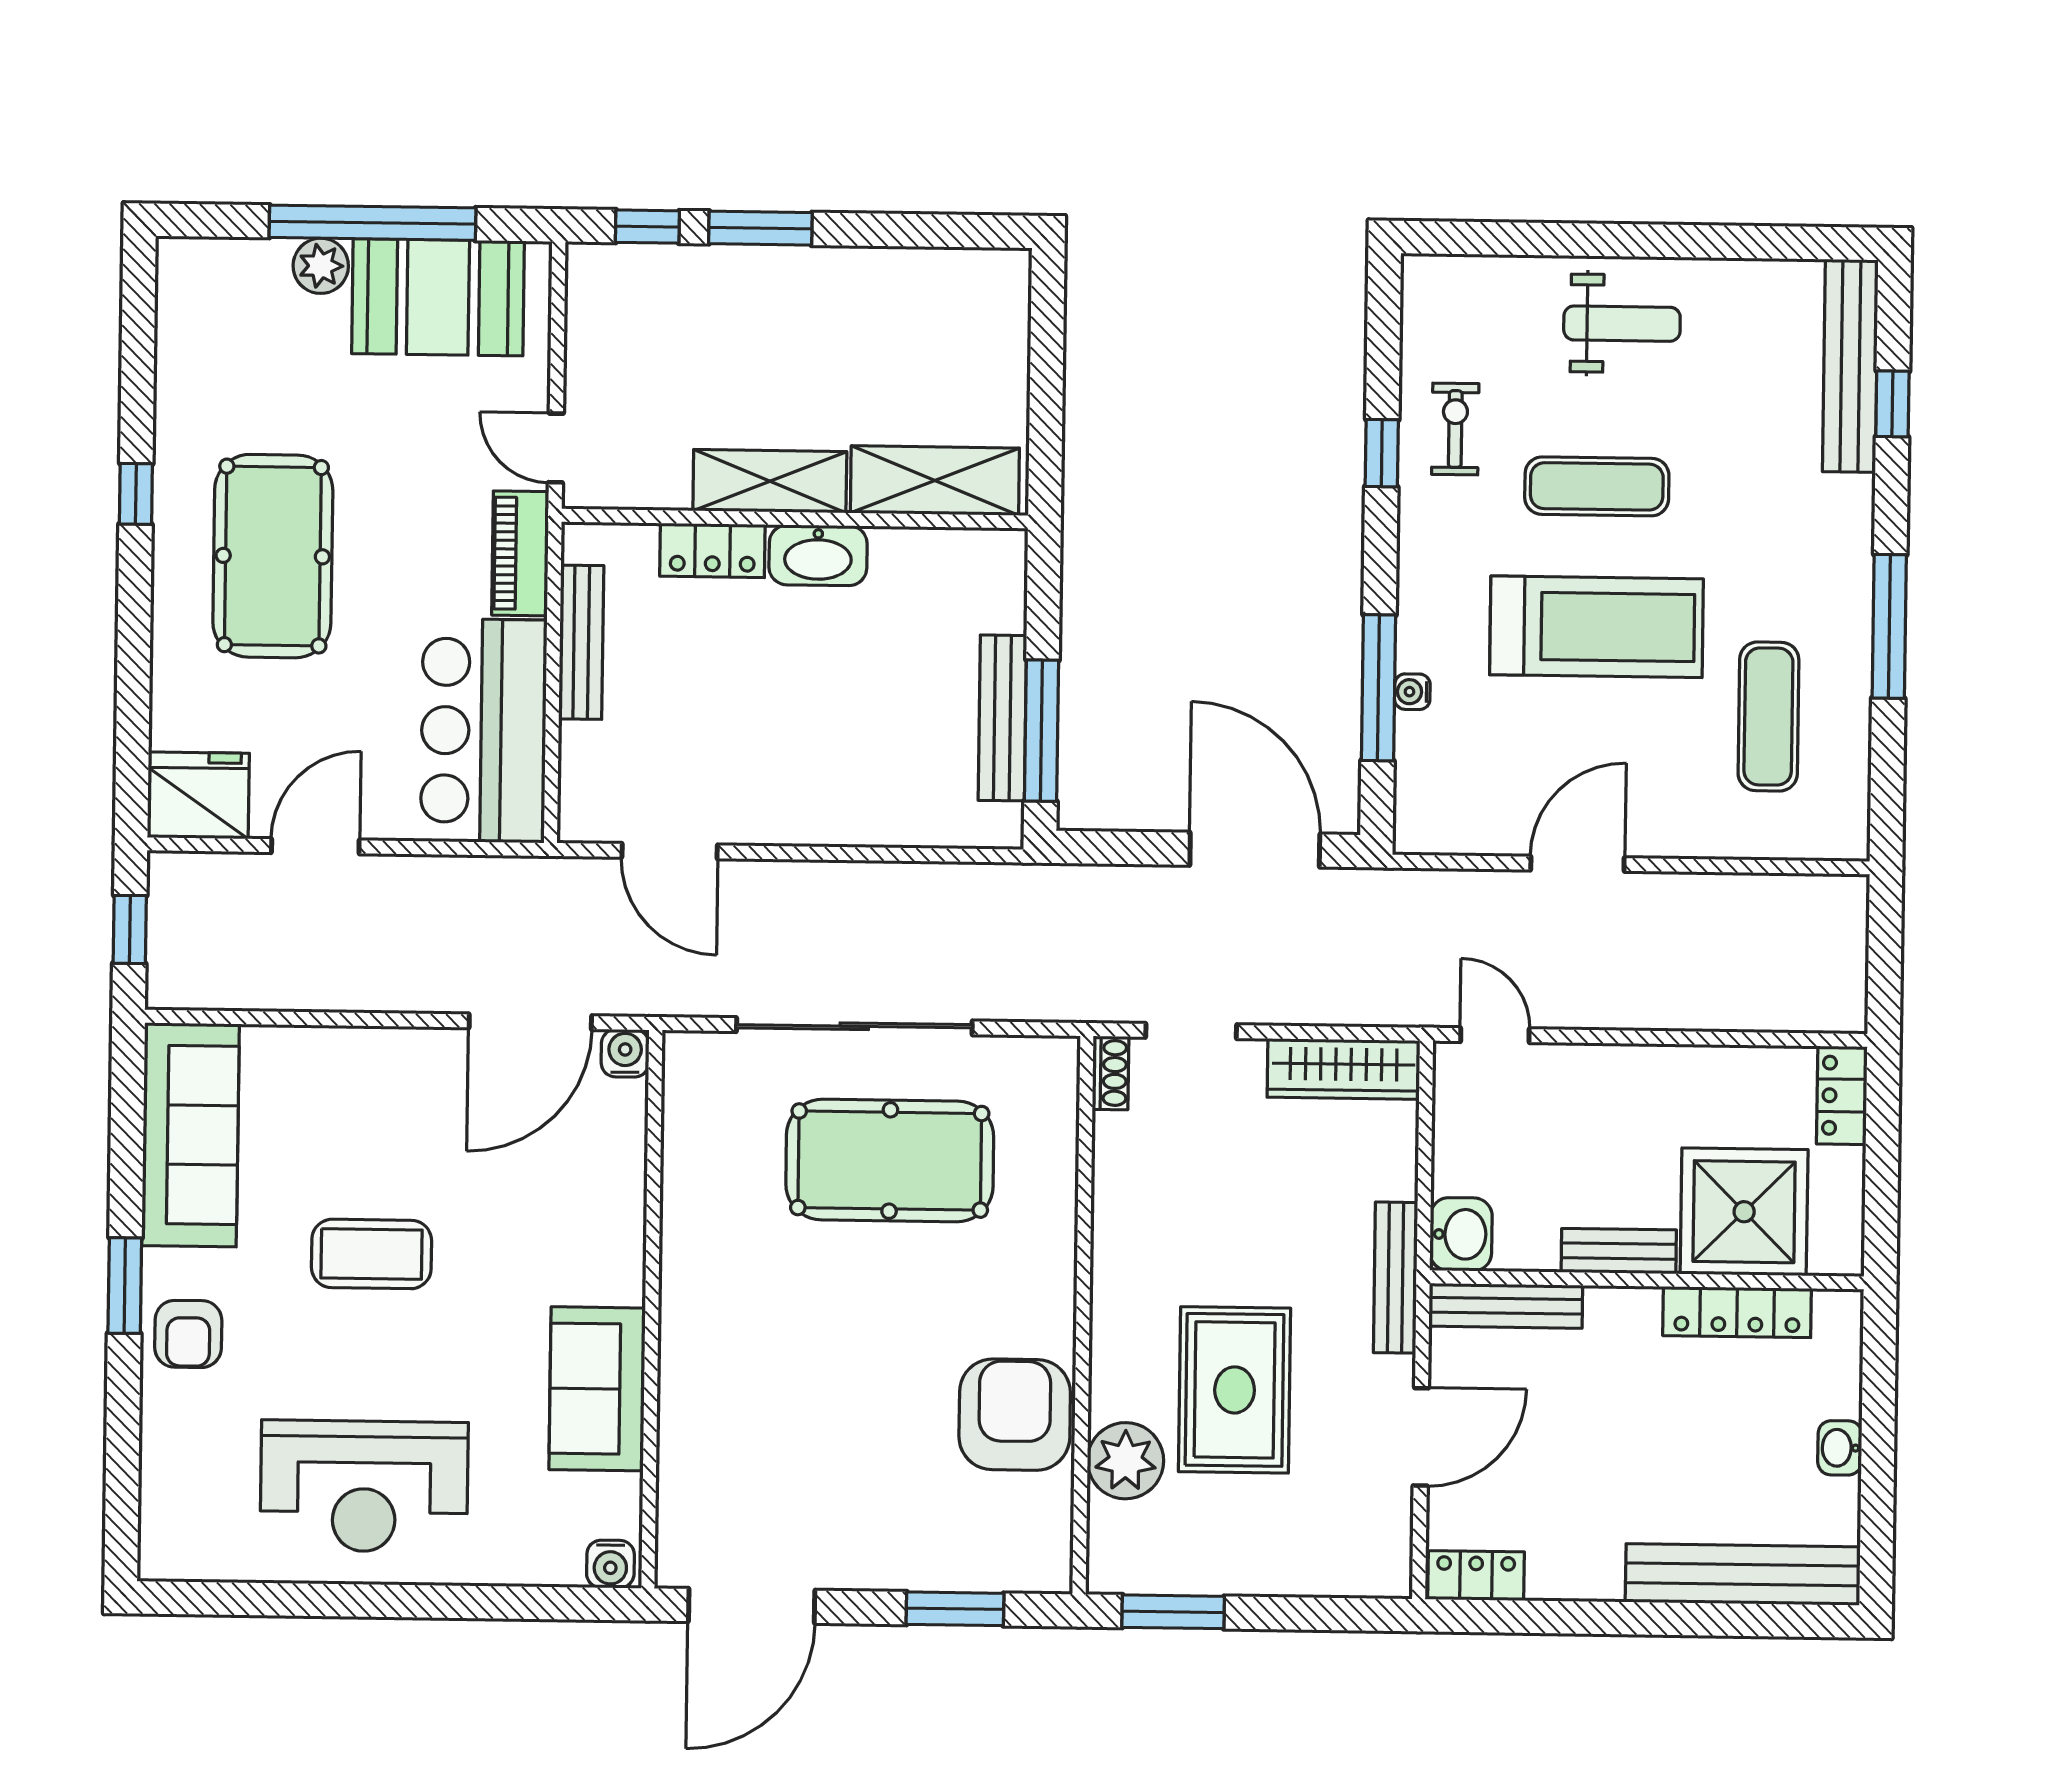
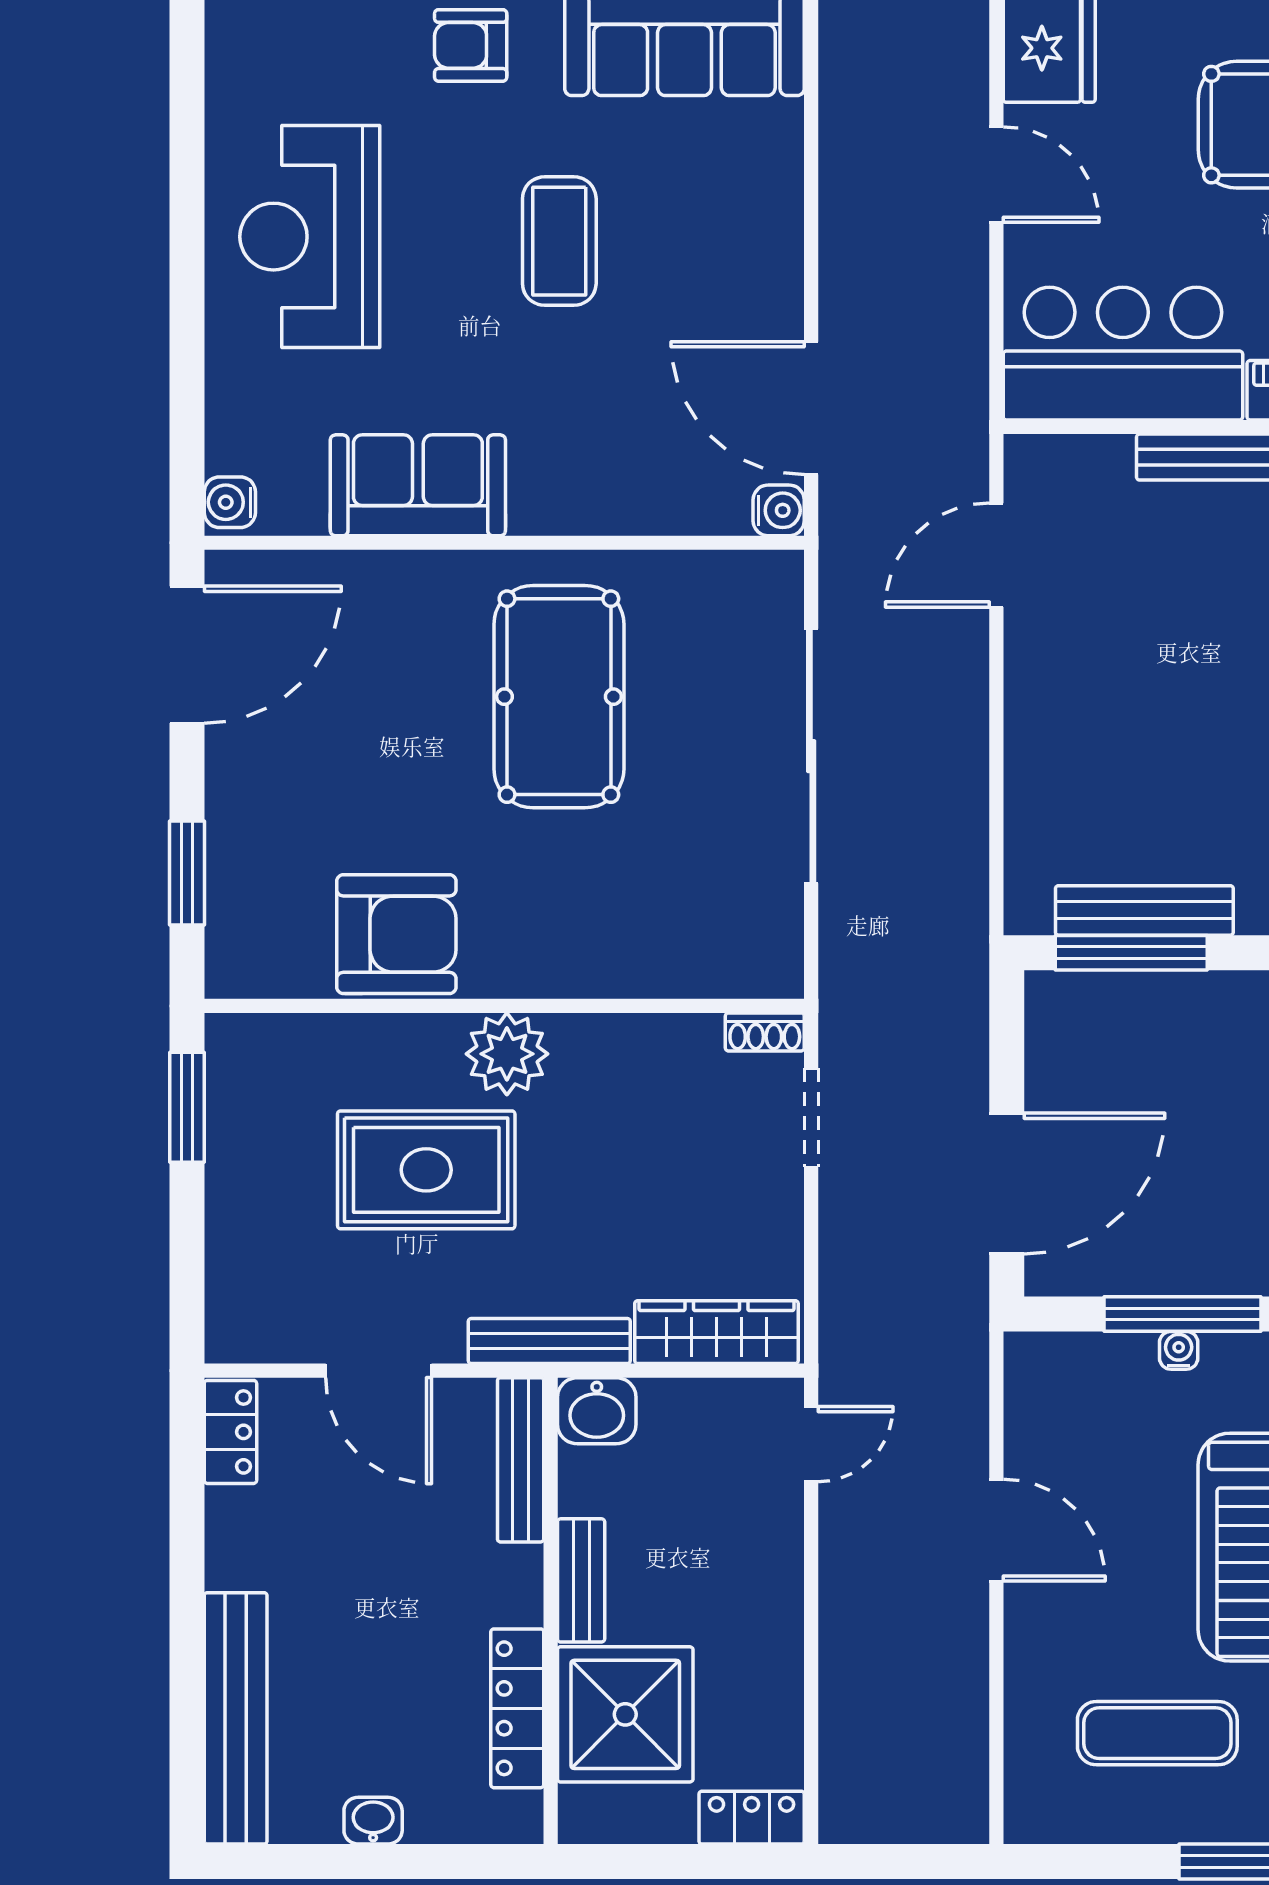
wardrobe: (1343, 1069) -> (716, 1332), moved, turned 90
pool table: (890, 1161) -> (559, 697), moved
plant: (1126, 1461) -> (507, 1054), moved
door: (752, 1606) -> (187, 655), swing flipped

